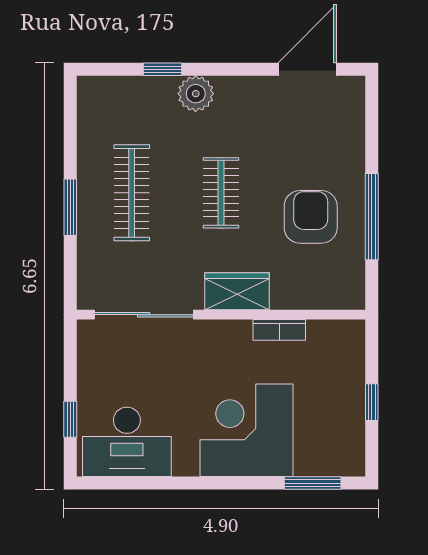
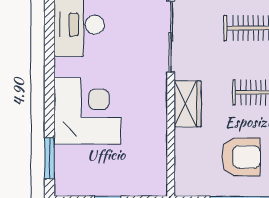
bookcase: (279, 330) -> (160, 134), removed

